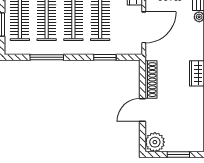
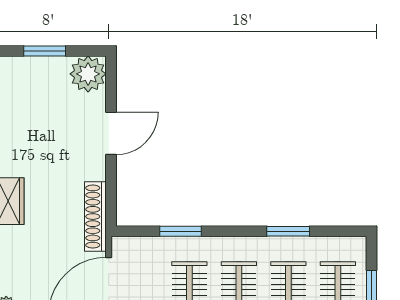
window: (47, 57) -> (288, 231), width x0.69
shoe rack: (151, 80) -> (95, 217), moved

